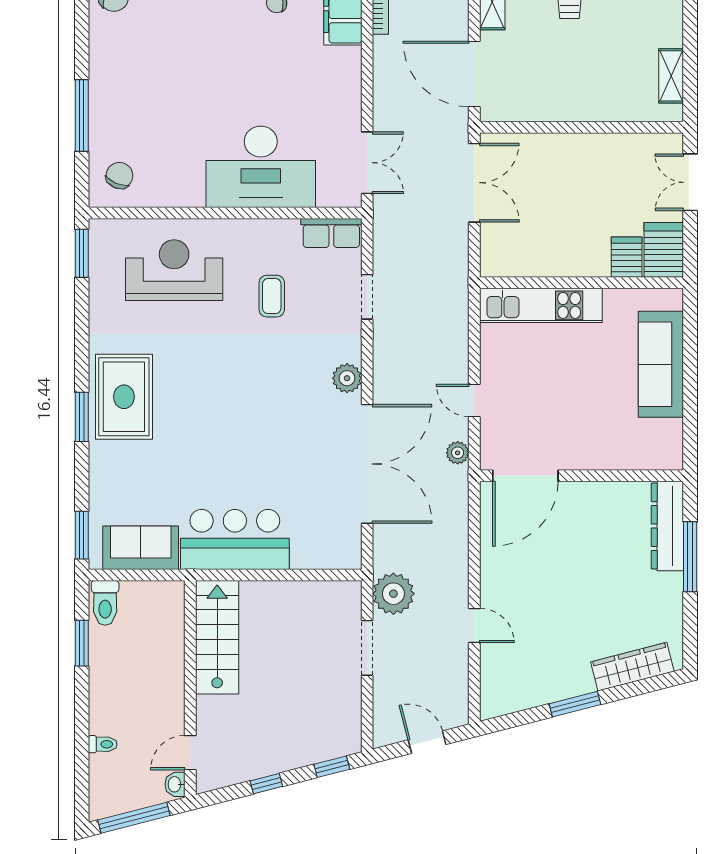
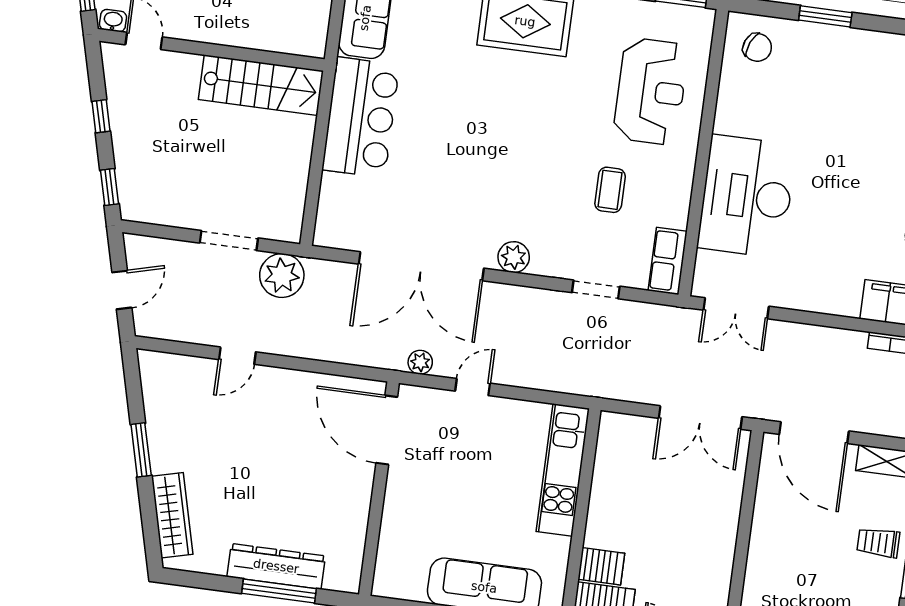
door: (474, 74) -> (814, 433), swing flipped
window: (82, 116) -> (825, 16), width x0.69
coffee table: (272, 296) -> (610, 190), turned 90
dresser: (667, 526) -> (276, 566), moved

